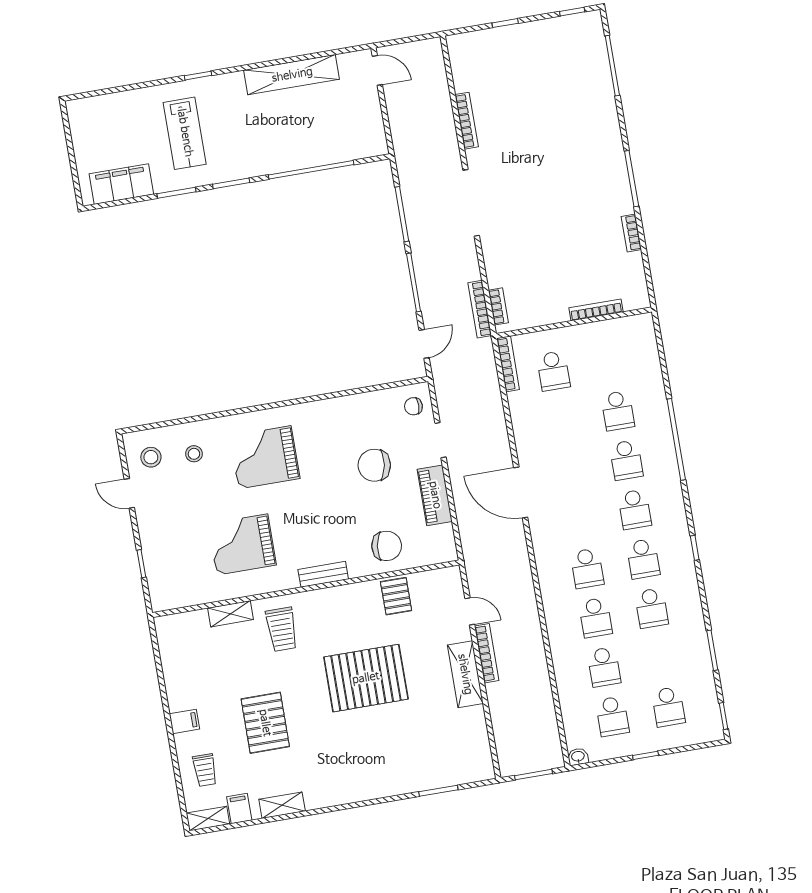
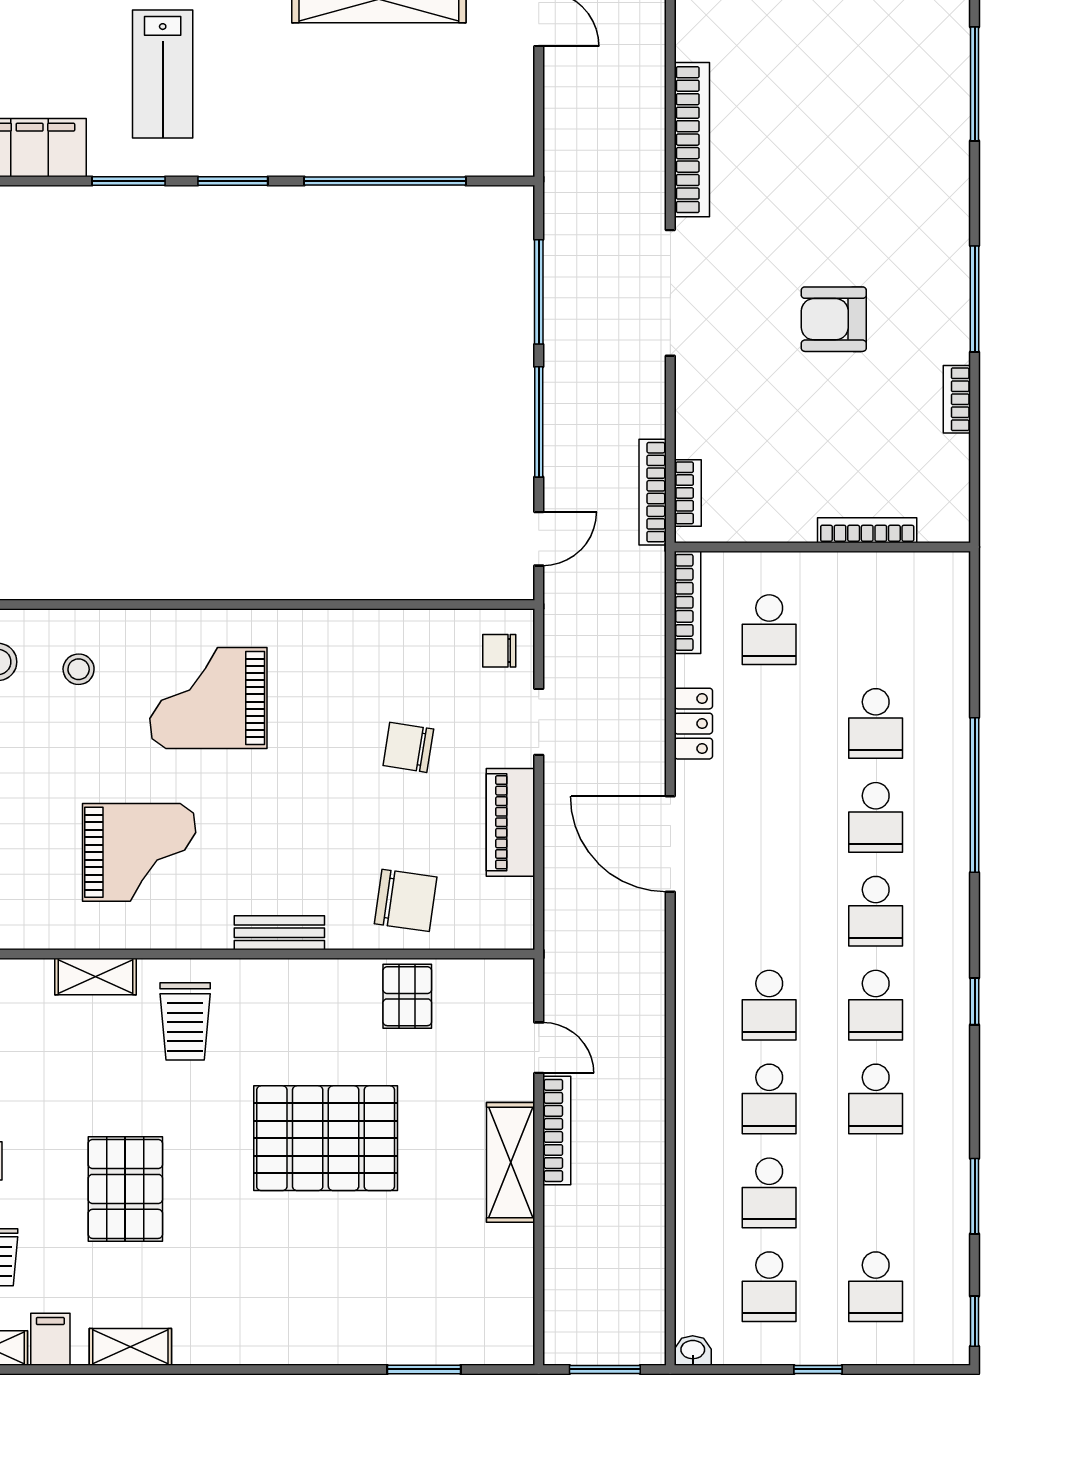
bookcase: (467, 121) -> (692, 140), width x1.48, depth x1.31
armchair: (559, 202) -> (834, 319), added
locker: (522, 427) -> (693, 724), added
chair: (374, 465) -> (408, 747), width x0.73, depth x0.73
grand piano: (242, 545) -> (139, 852), turned 180

